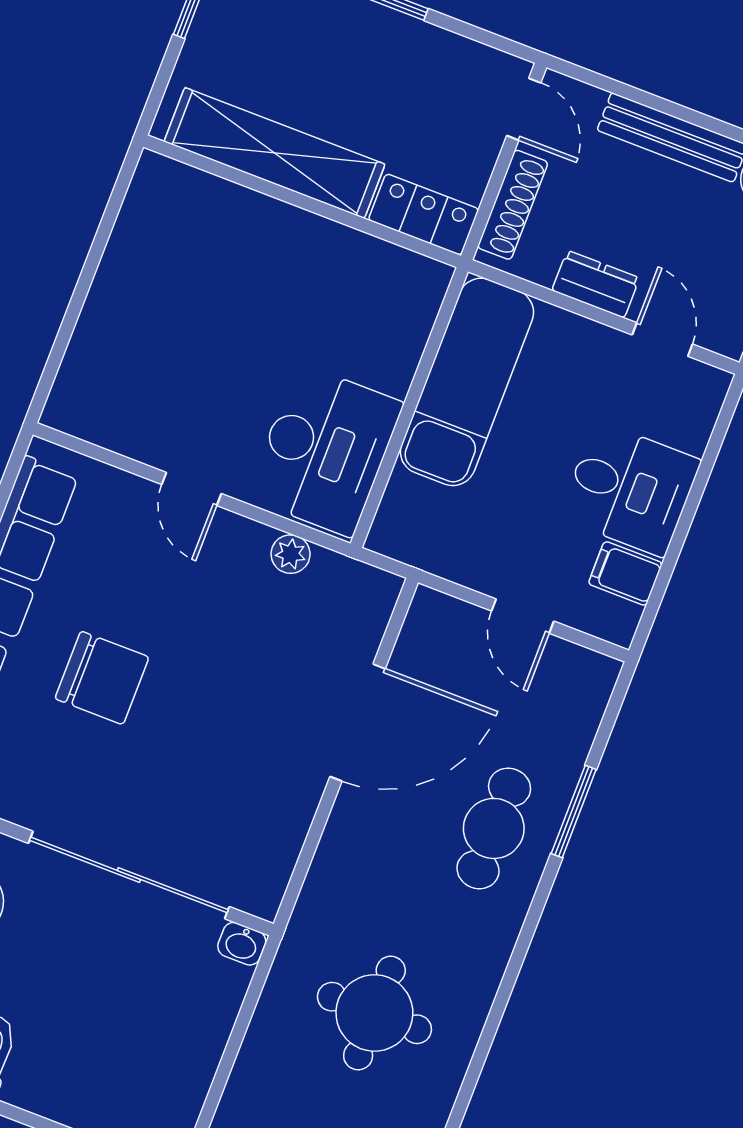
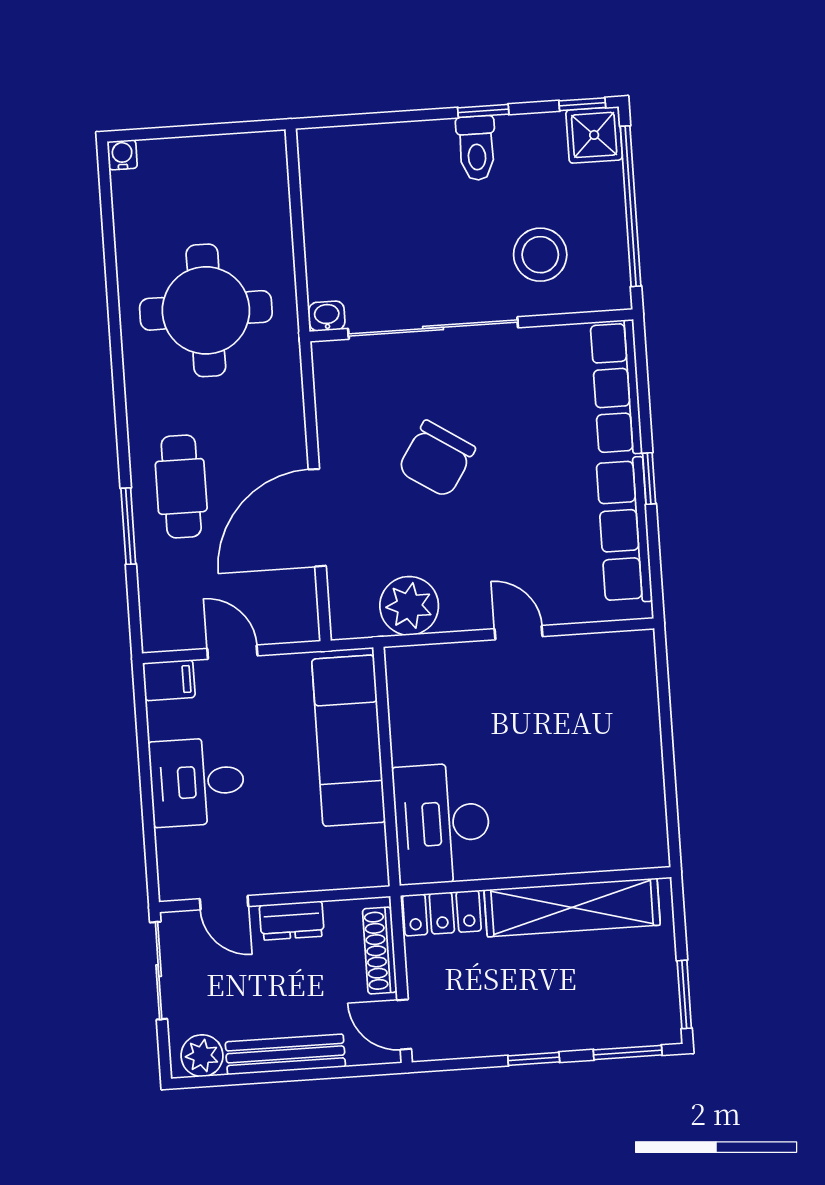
exam couch: (467, 382) -> (349, 741), moved
desk: (325, 450) -> (442, 824), moved
plant: (291, 554) -> (409, 606), width x1.87, depth x1.87
filing cabinet: (625, 573) -> (169, 680), moved
chair: (102, 678) -> (437, 459), moved, turned -57
round table: (374, 1013) -> (206, 310), width x1.36, depth x1.36

